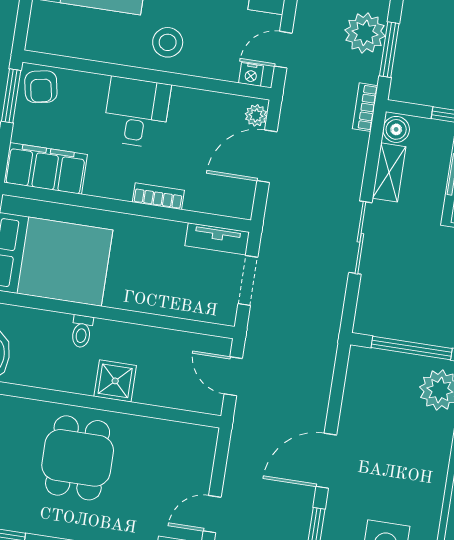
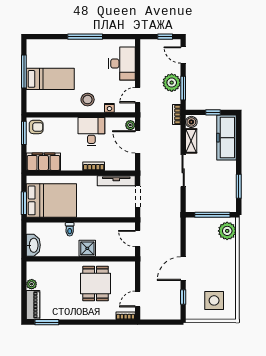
nightstand: (251, 74) -> (109, 108), moved
armchair: (41, 87) -> (36, 127), turned -79
desk: (137, 112) -> (91, 132), moved
door: (267, 156) -> (138, 142), hinge flipped
tv unit: (217, 239) -> (116, 181), width x1.41
dining table: (78, 458) -> (96, 284), moved

